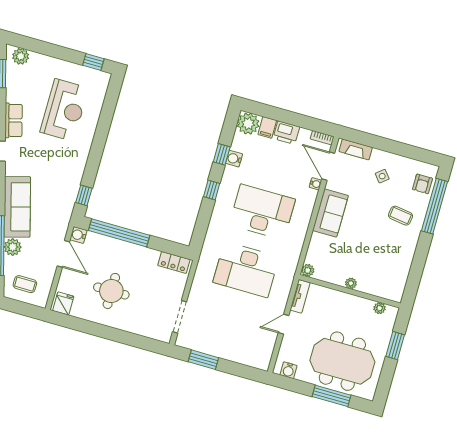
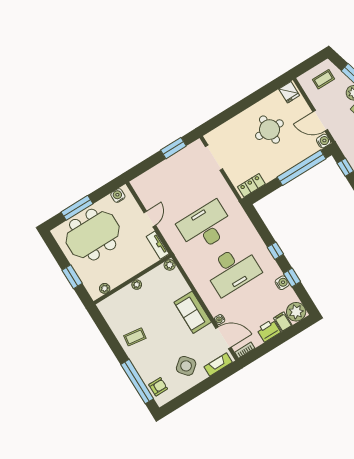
side table: (382, 176) -> (186, 366), width x1.87, depth x1.87
armchair: (422, 184) -> (158, 387), turned 90
coffee table: (401, 216) -> (135, 337), moved

